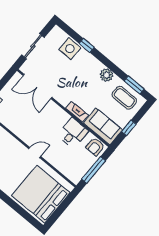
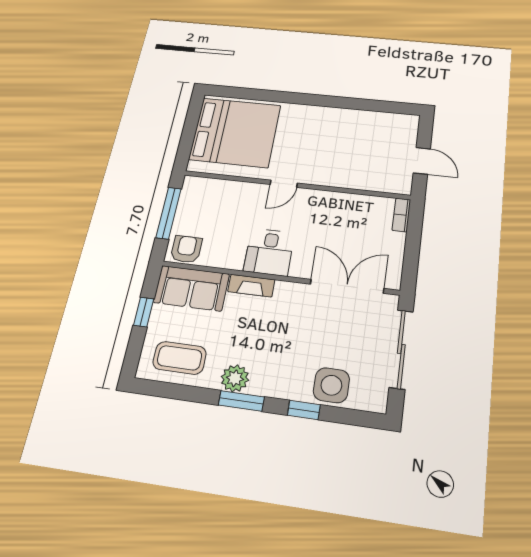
sliding door: (33, 46) -> (401, 349), width x1.37
window: (134, 85) -> (241, 401), moved
desk: (73, 133) -> (269, 252), moved

